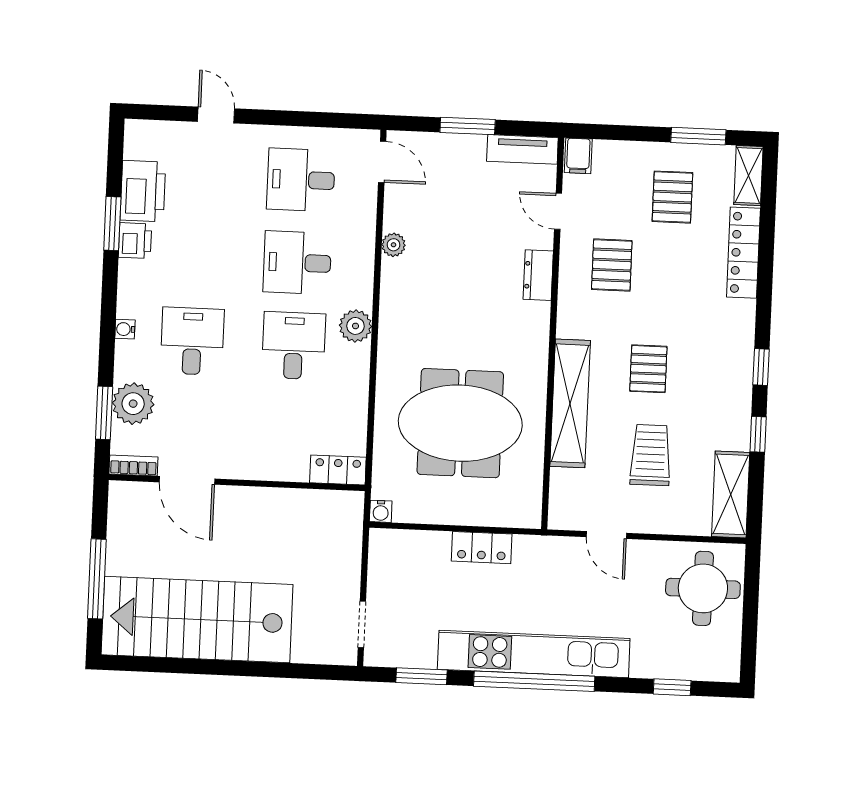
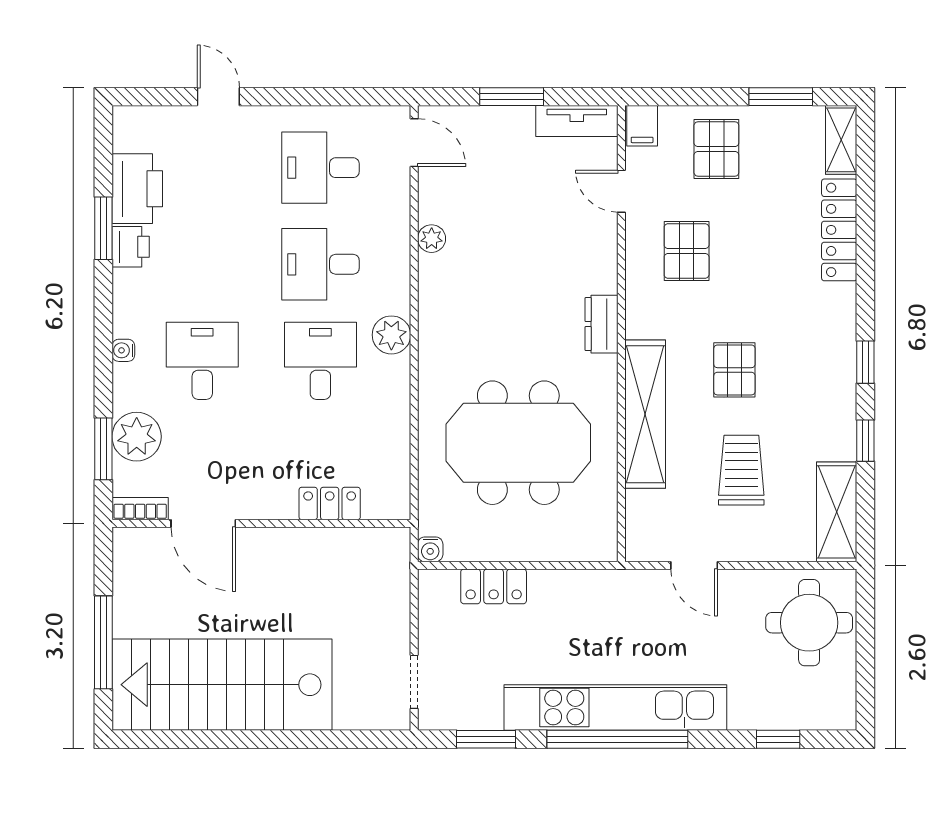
pallet: (672, 197) -> (716, 149), moved
dresser: (538, 275) -> (601, 324), moved
locker: (338, 470) -> (330, 503), moved
locker: (482, 548) -> (494, 586), moved

